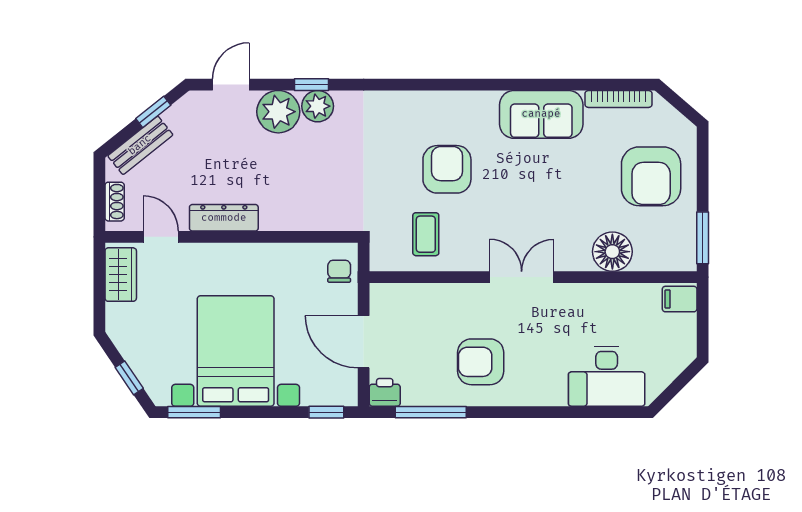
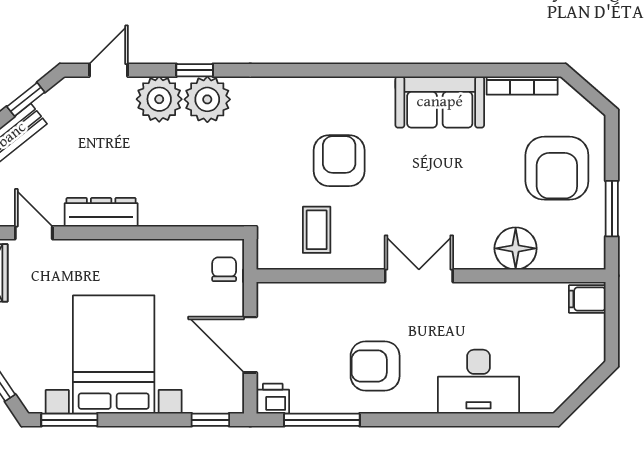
plant: (318, 106) -> (207, 99), width x1.36, depth x1.36
window: (703, 238) -> (612, 209), moved
desk: (607, 376) -> (479, 382), moved

